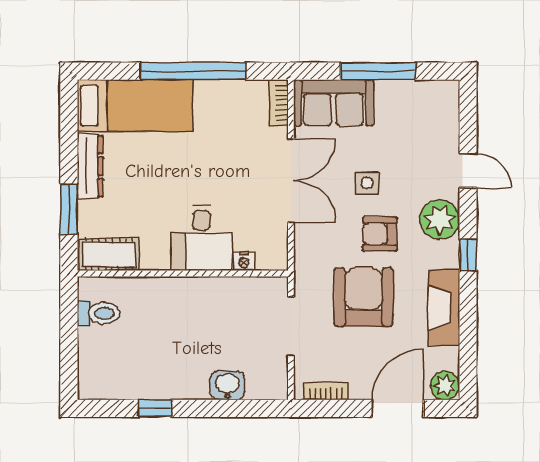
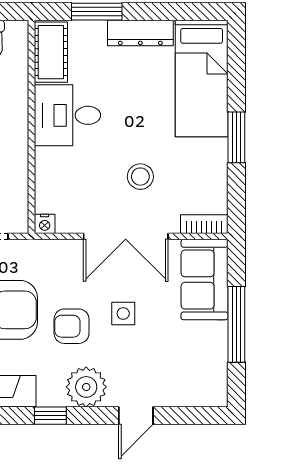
window: (193, 71) -> (236, 137), width x0.47
stool: (232, 166) -> (140, 177), added
armchair: (380, 234) -> (72, 326), turned -90
desk: (201, 238) -> (67, 115), moved
nightstand: (244, 261) -> (45, 224), moved, turned -90

